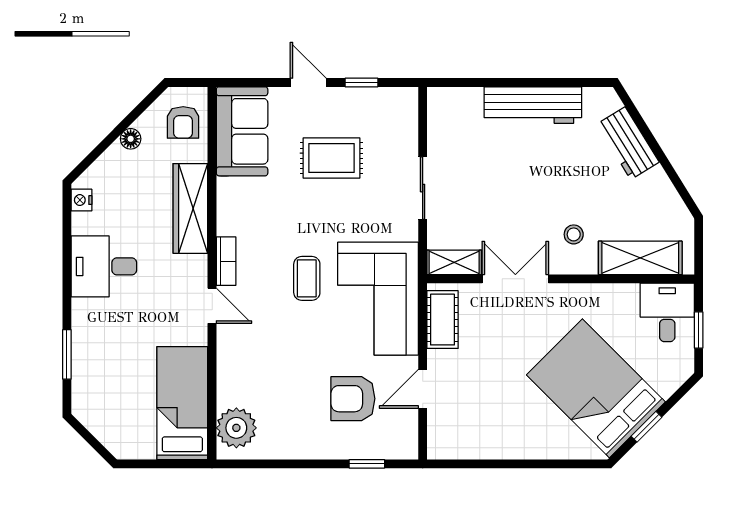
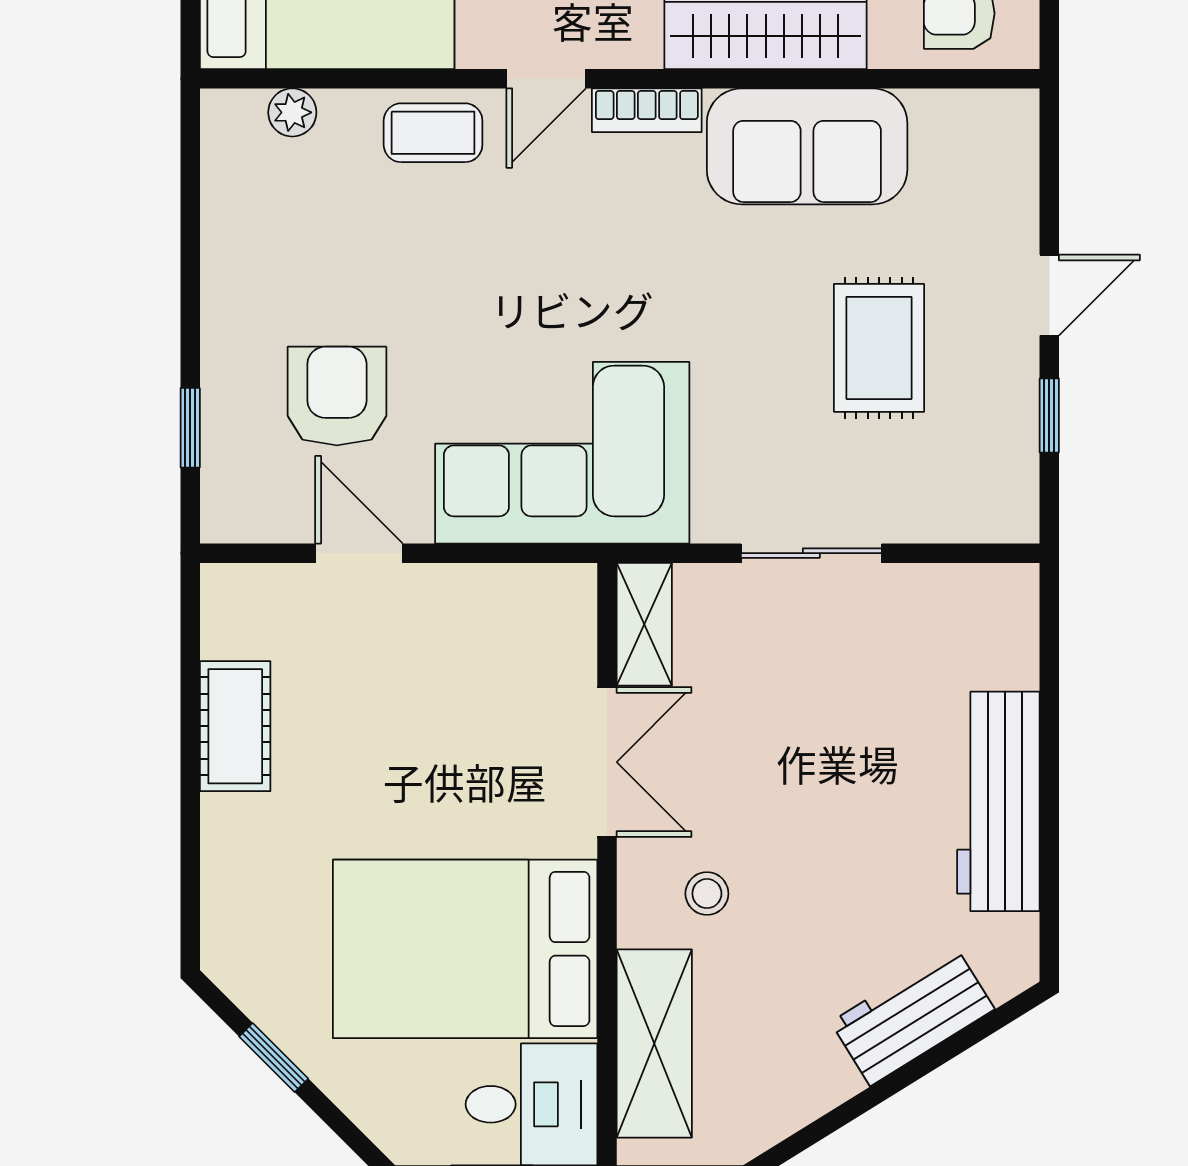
sofa: (242, 131) -> (807, 146), moved
coffee table: (307, 278) -> (433, 133), moved
cot: (443, 320) -> (235, 726), moved, turned 90
bed: (596, 388) -> (465, 949), moved, turned -135
plant: (236, 428) -> (292, 112), width x0.53, depth x0.53

